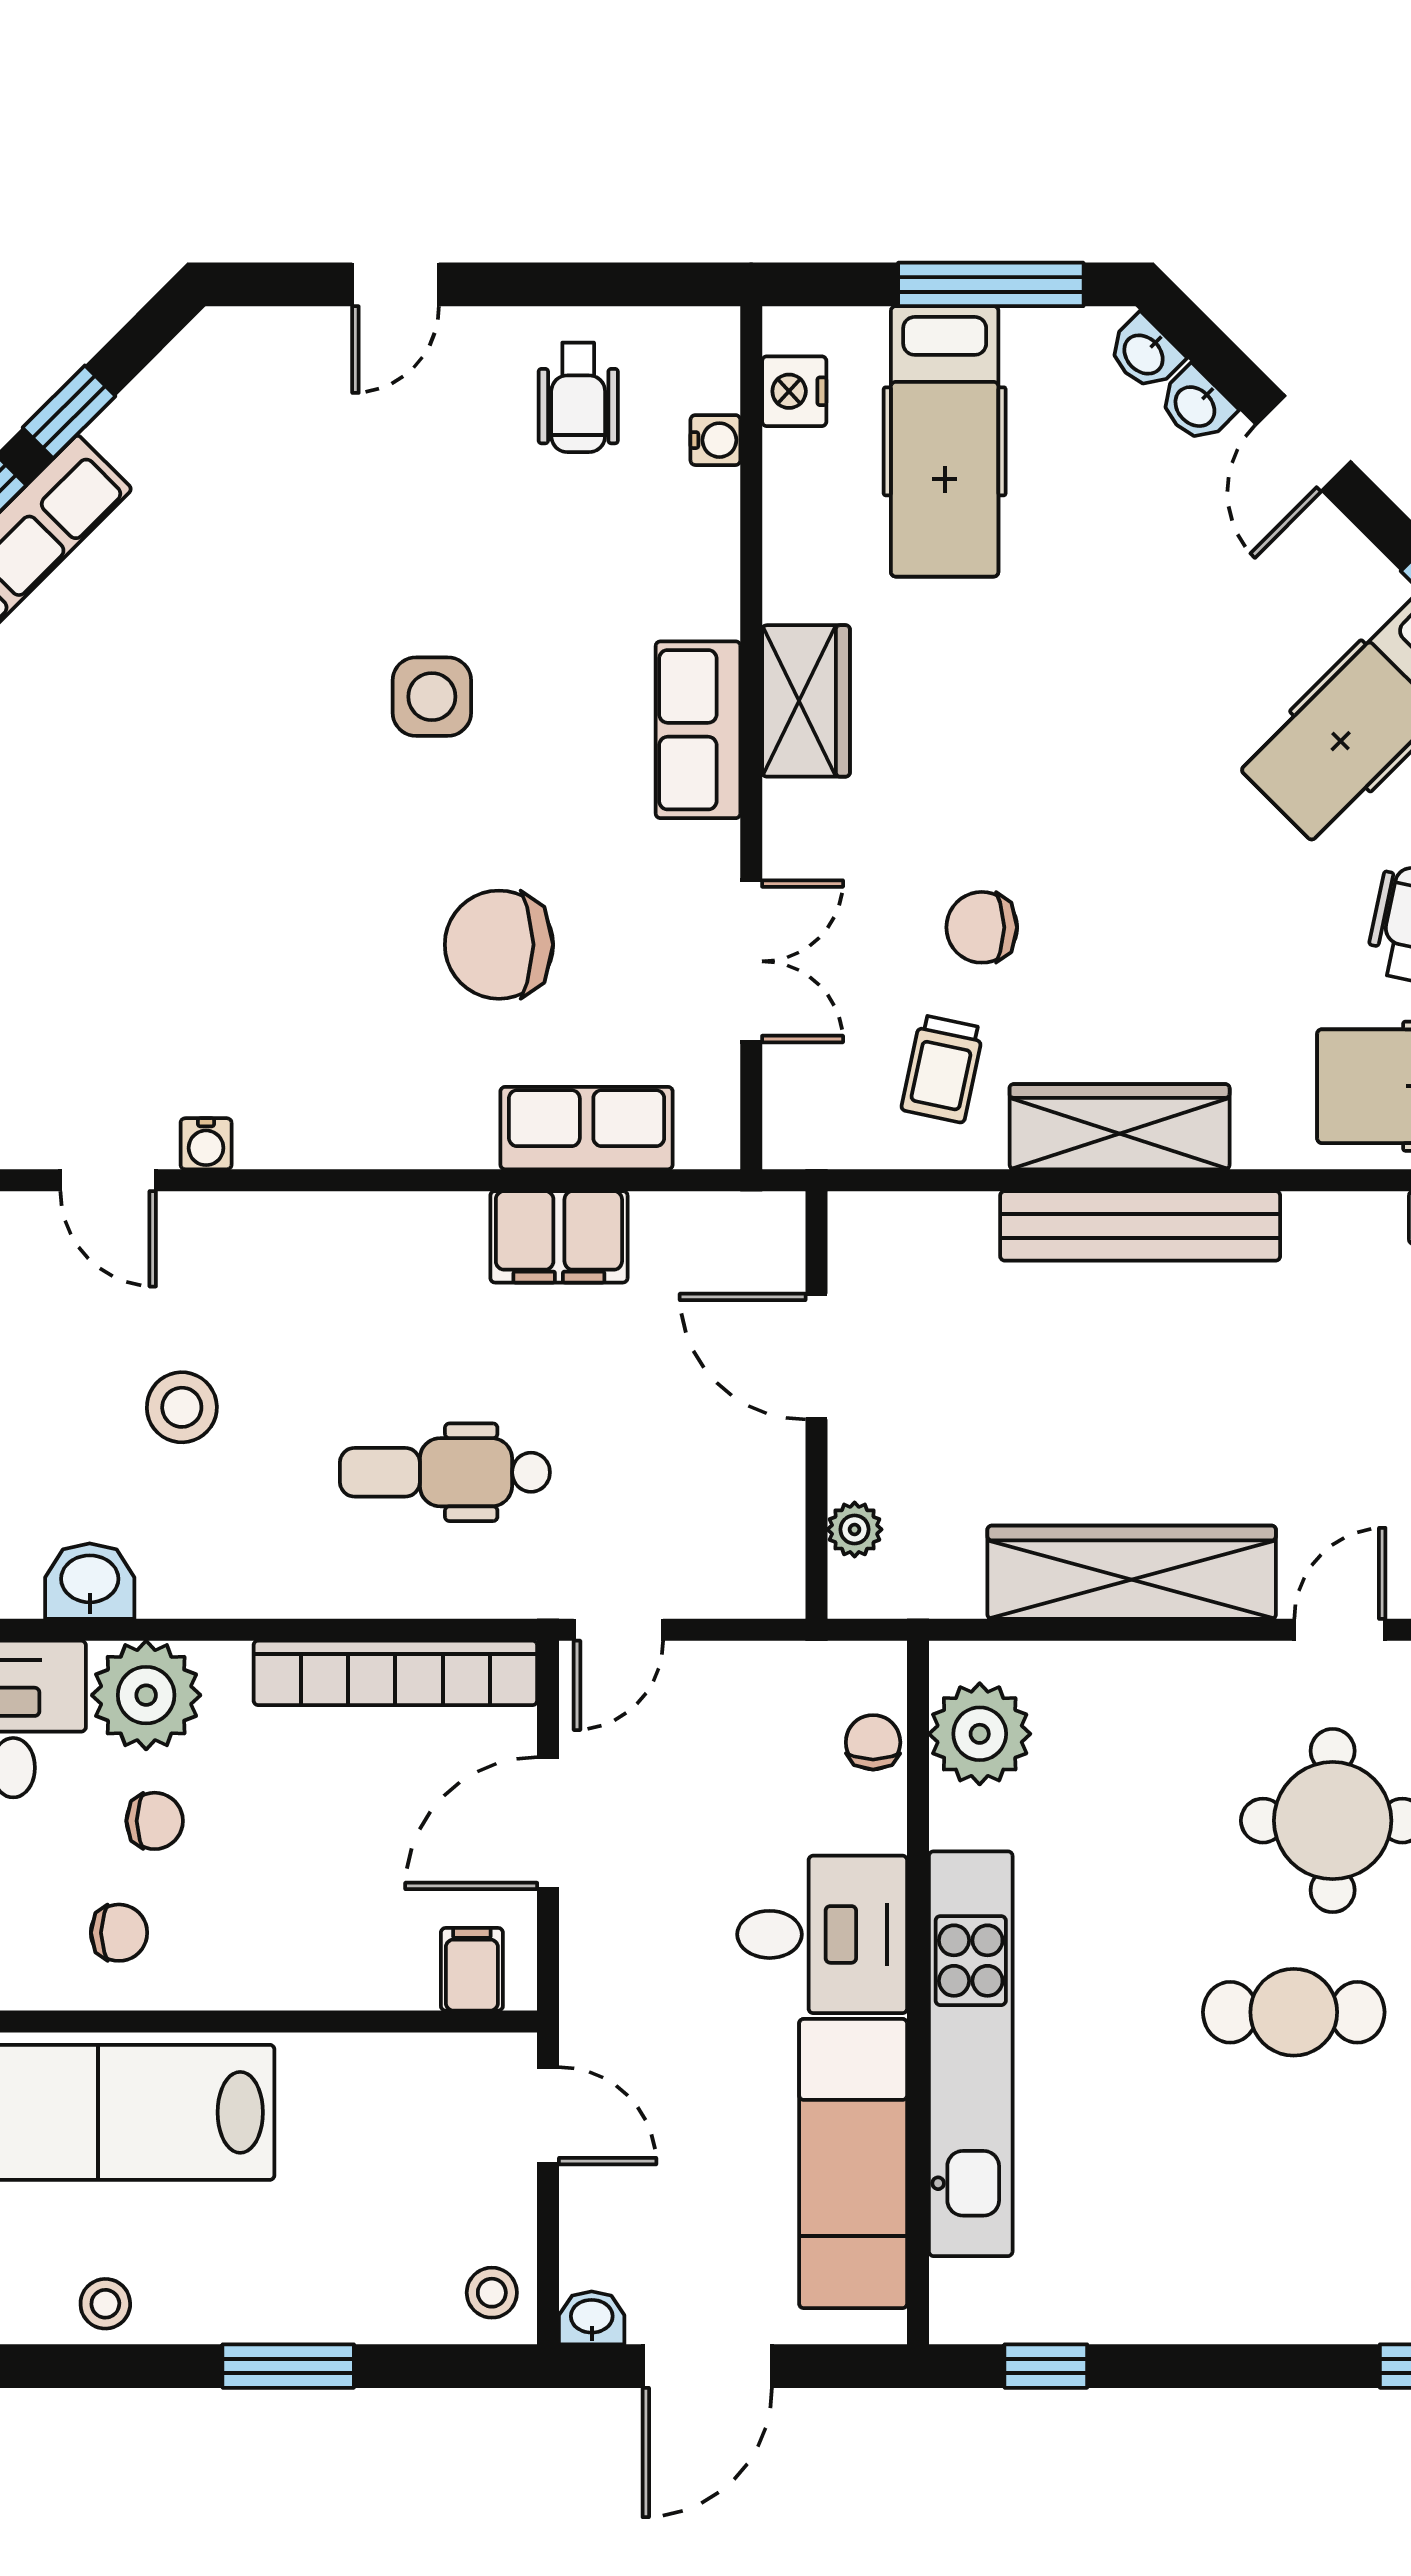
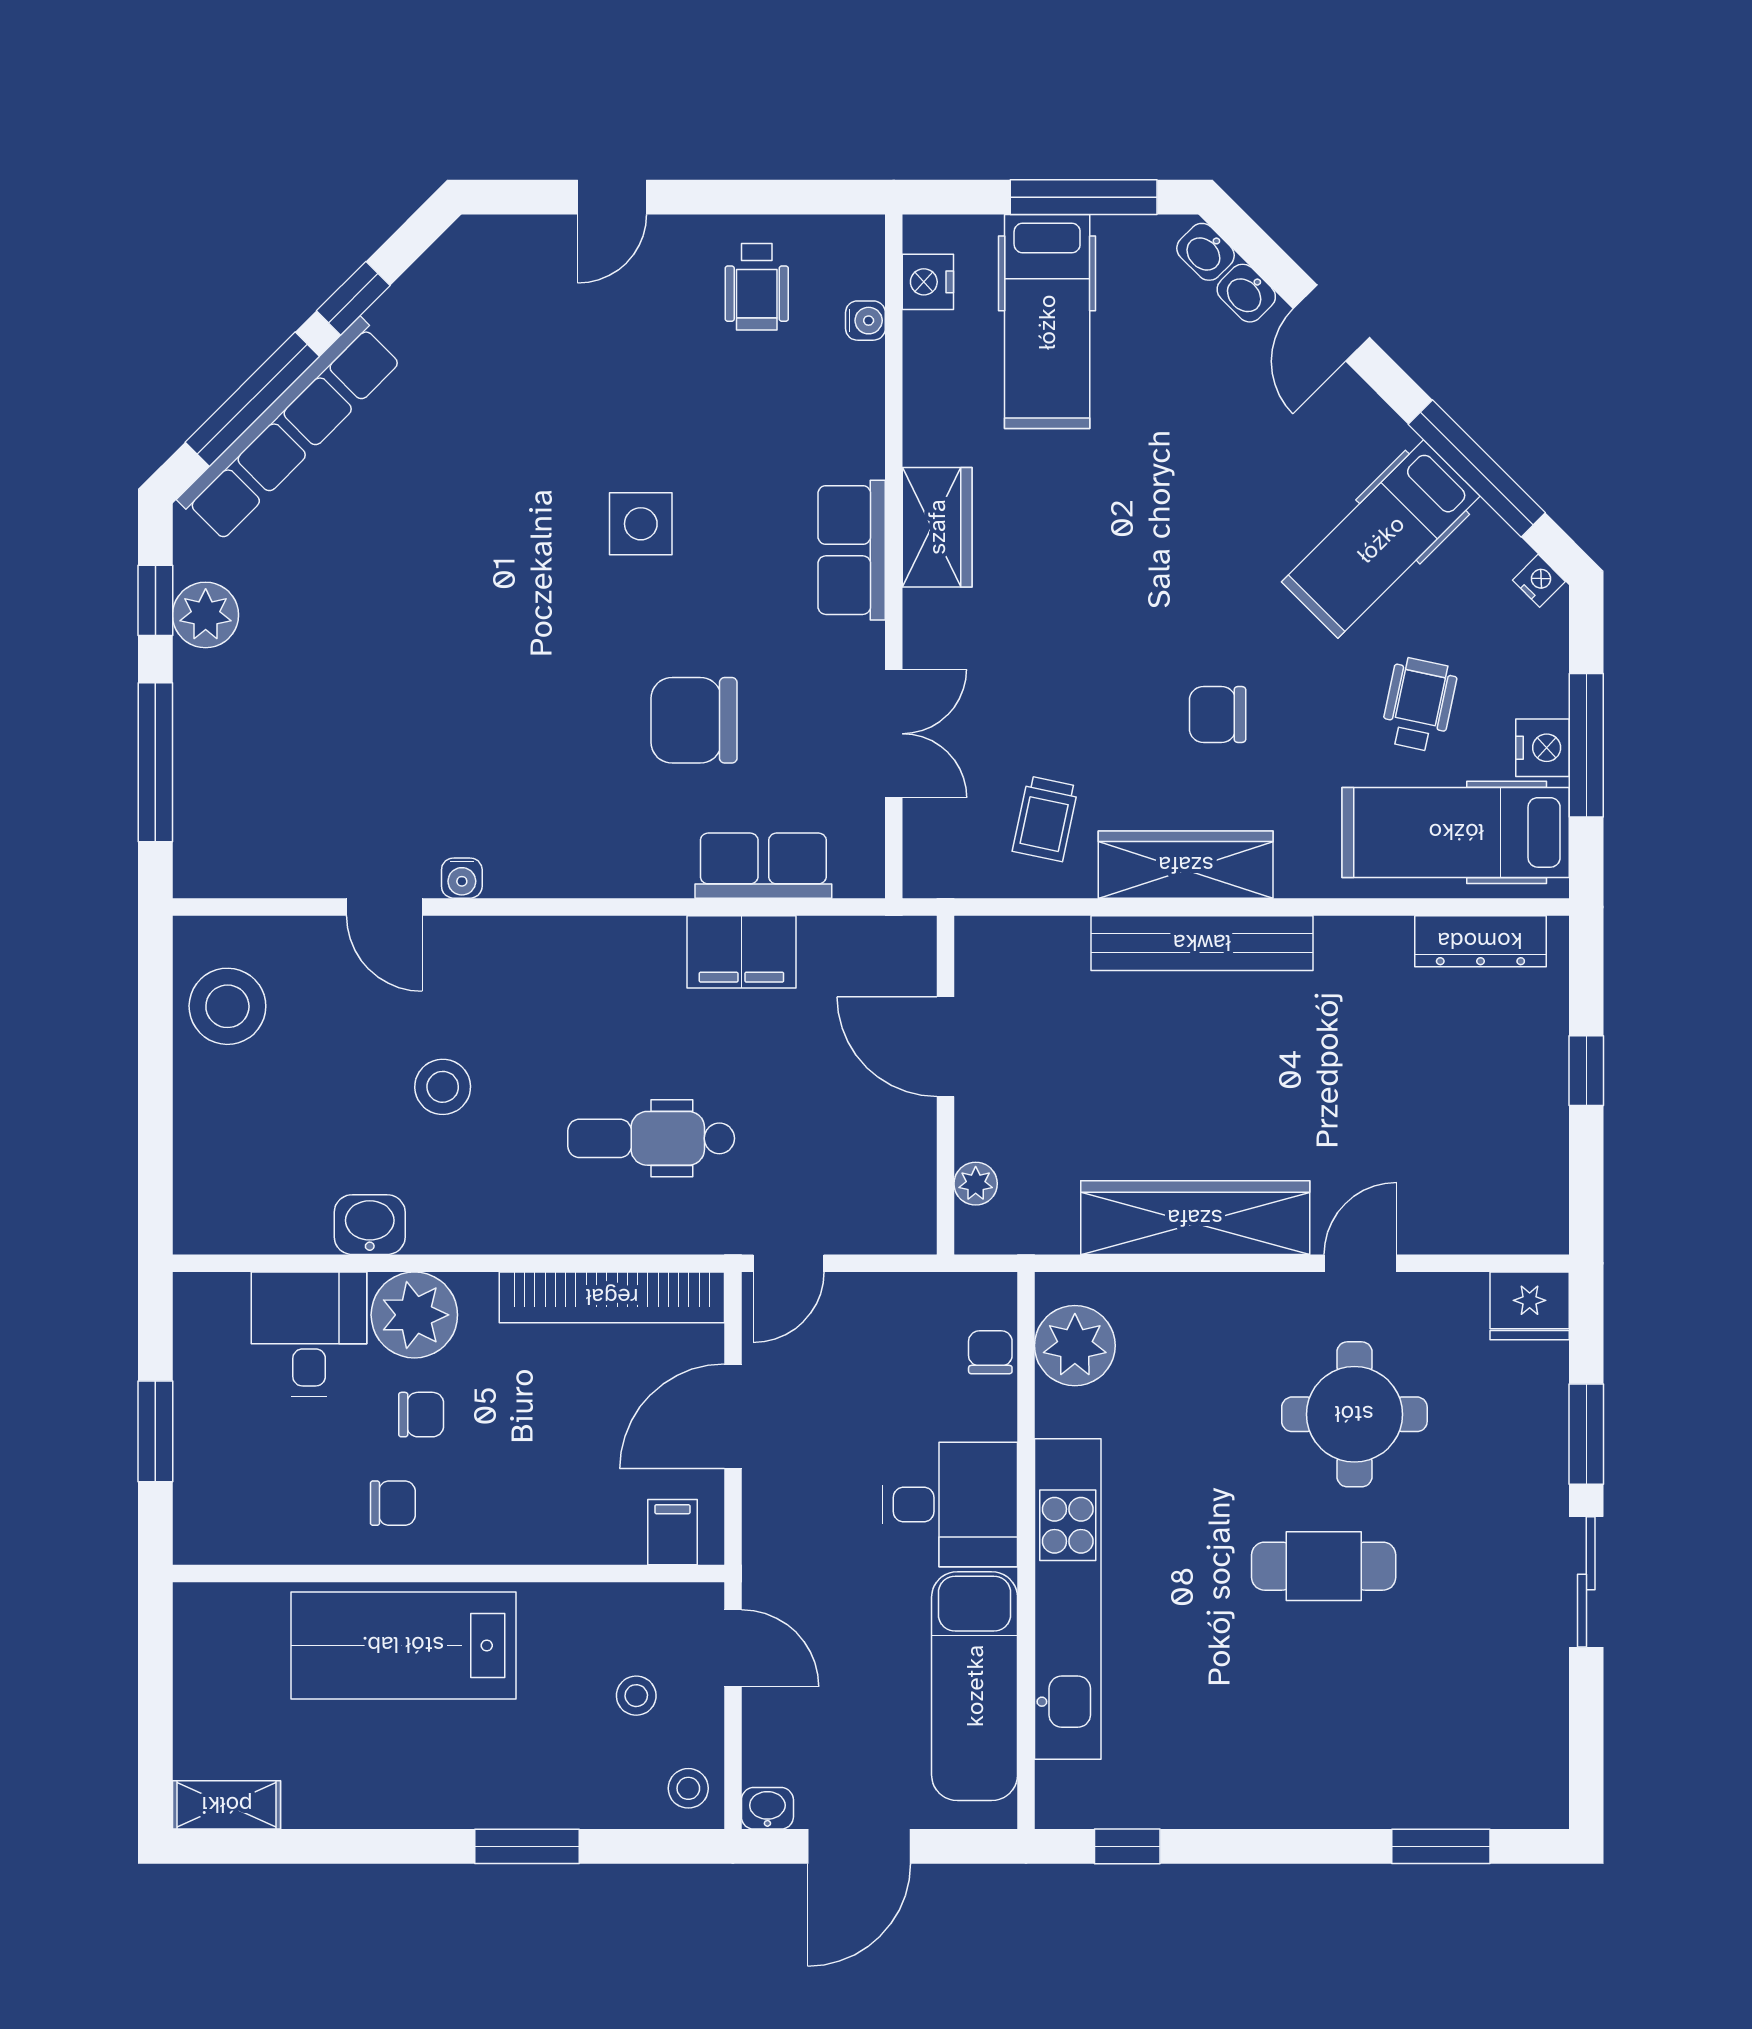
chair: (982, 927) -> (1218, 714), moved
stool: (105, 2304) -> (636, 1696), moved

